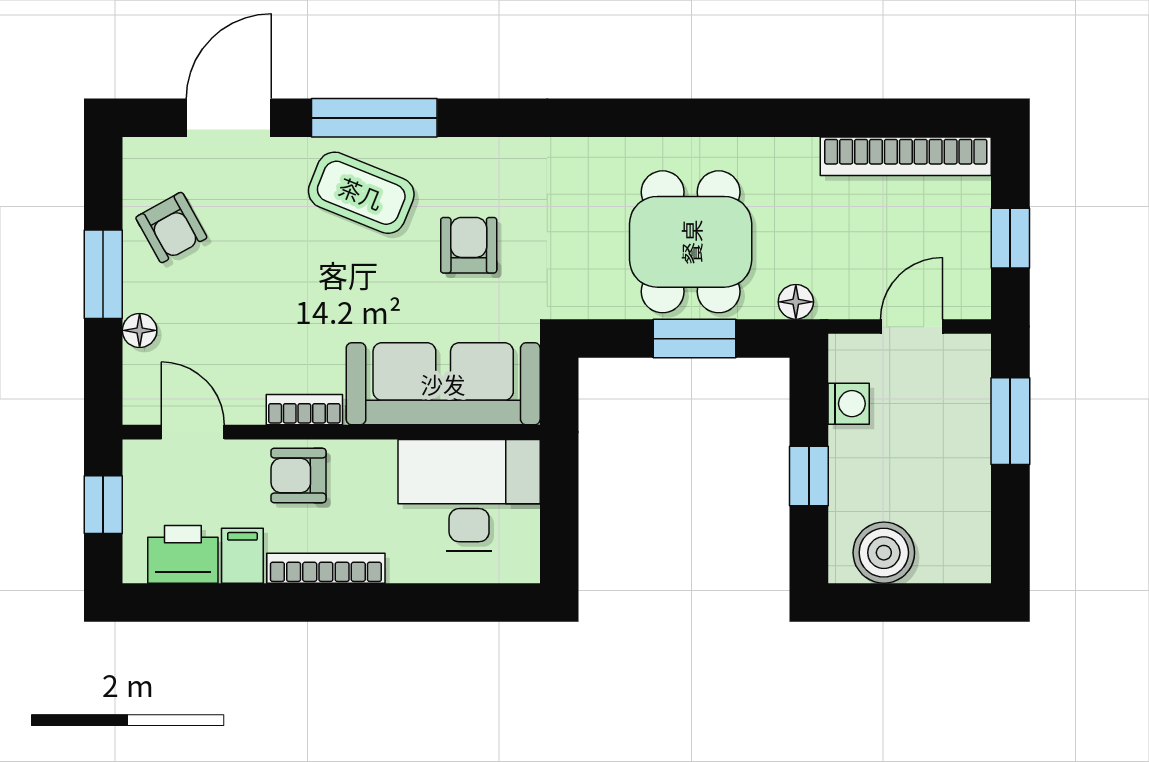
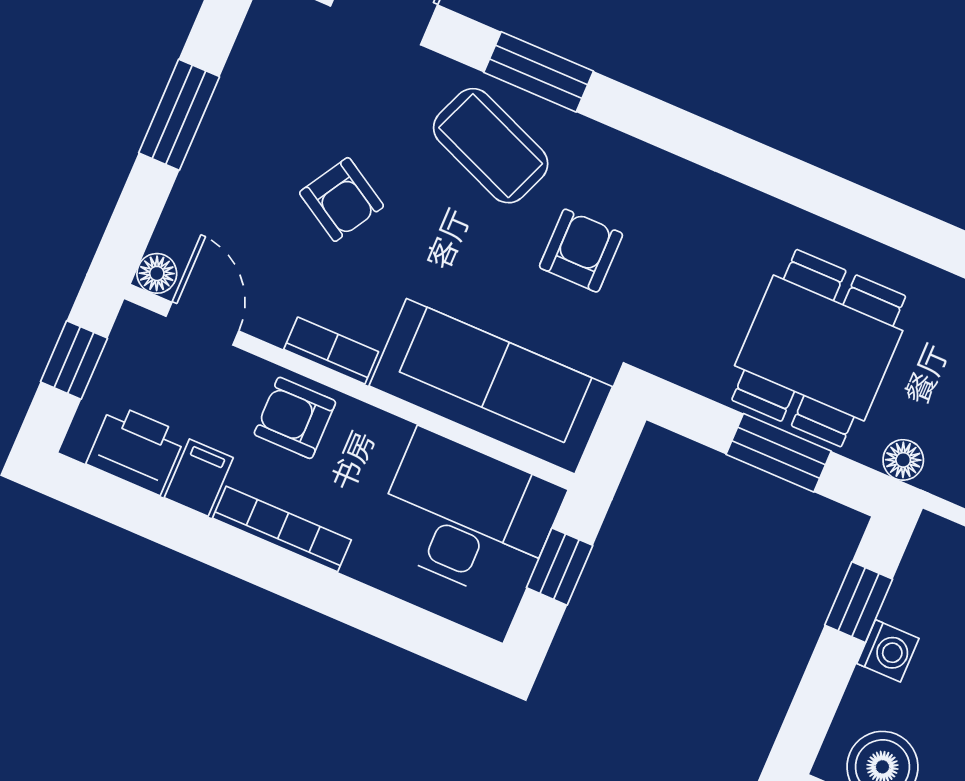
window: (374, 118) -> (539, 72), width x0.69
armchair: (171, 228) -> (341, 199), moved, turned -30
floor lamp: (140, 330) -> (157, 273), moved
washing machine: (849, 404) -> (888, 651), moved
window: (809, 476) -> (859, 602), moved
window: (559, 503) -> (560, 567), added

